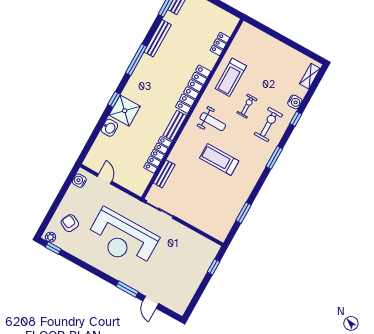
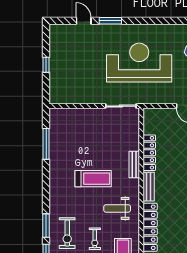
window: (274, 158) -> (46, 226), moved
bench: (164, 174) -> (134, 165), moved
window: (244, 213) -> (46, 144), width x1.44
window: (213, 267) -> (46, 65), moved

